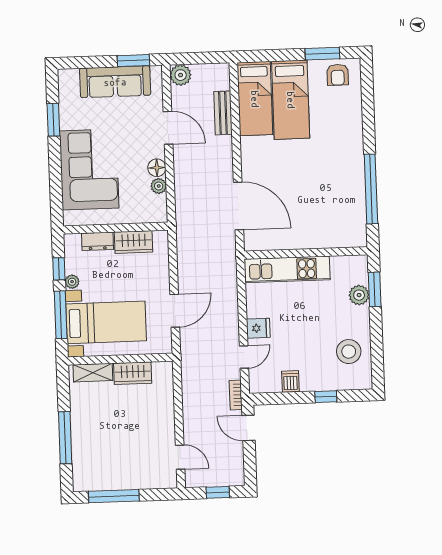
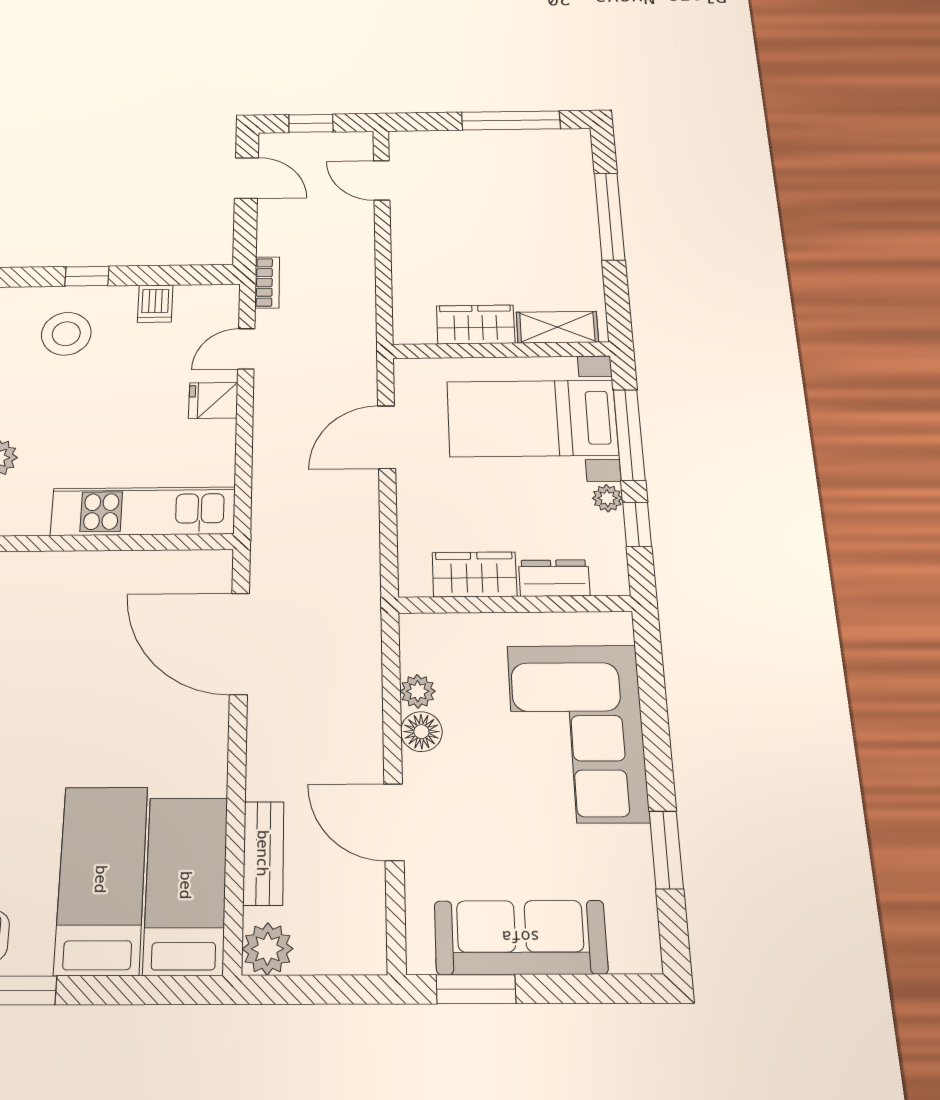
plant: (181, 75) -> (268, 949), moved
stool: (349, 352) -> (66, 334), moved
door: (248, 428) -> (246, 178), moved

